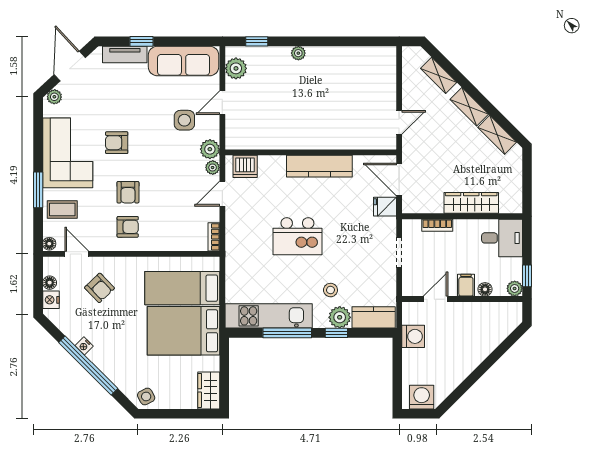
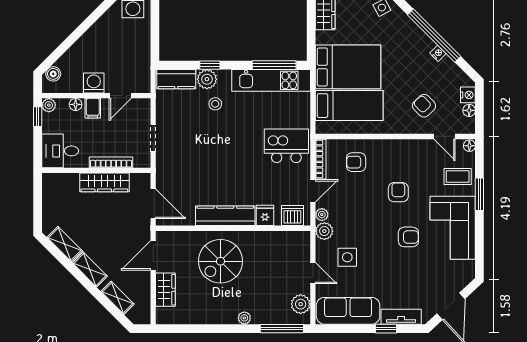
window: (257, 41) -> (282, 329), width x2.17
wardrobe: (386, 84) -> (165, 290), added
plant: (54, 97) -> (465, 278), removed
door: (222, 103) -> (313, 273), hinge flipped
spiral stairs: (325, 116) -> (220, 261), added
door: (399, 122) -> (153, 255), width x1.38
wardrobe: (471, 203) -> (104, 182), moved
fridge: (385, 207) -> (265, 215), moved, turned -90
bookcase: (437, 225) -> (111, 162), width x1.56
armchair: (128, 227) -> (356, 162), moved
kitchen island: (297, 236) -> (286, 146), moved
bookcase: (214, 237) -> (321, 159), width x1.56
boiler: (510, 323) -> (53, 74), added
window: (287, 333) -> (274, 65), moved
washing machine: (413, 336) -> (94, 83), moved, turned 90

